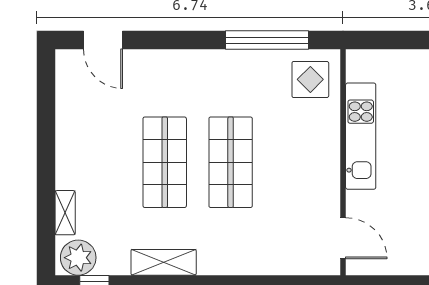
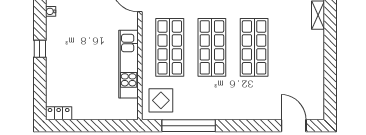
shop shelf: (296, 162) -> (170, 47), added

